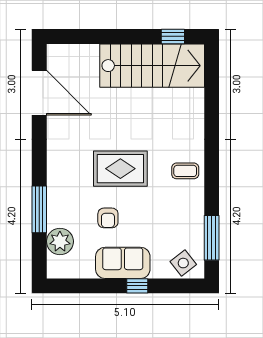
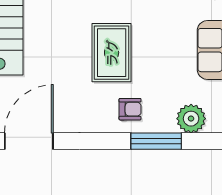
armchair: (108, 218) -> (130, 109), moved

